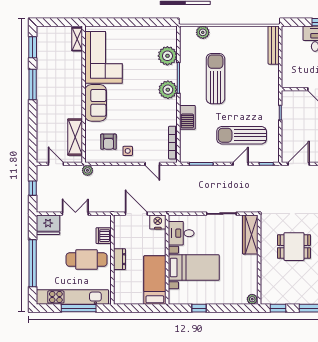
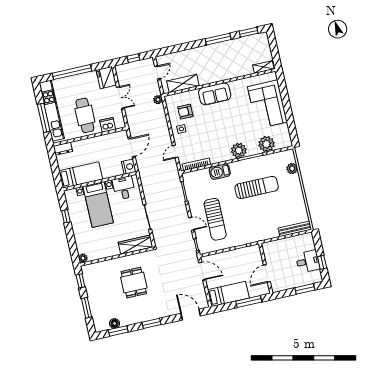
corner sofa: (104, 57) -> (267, 104), moved, turned 90
sun lounger: (242, 135) -> (215, 219), turned 180
dresser: (120, 259) -> (63, 149), moved

